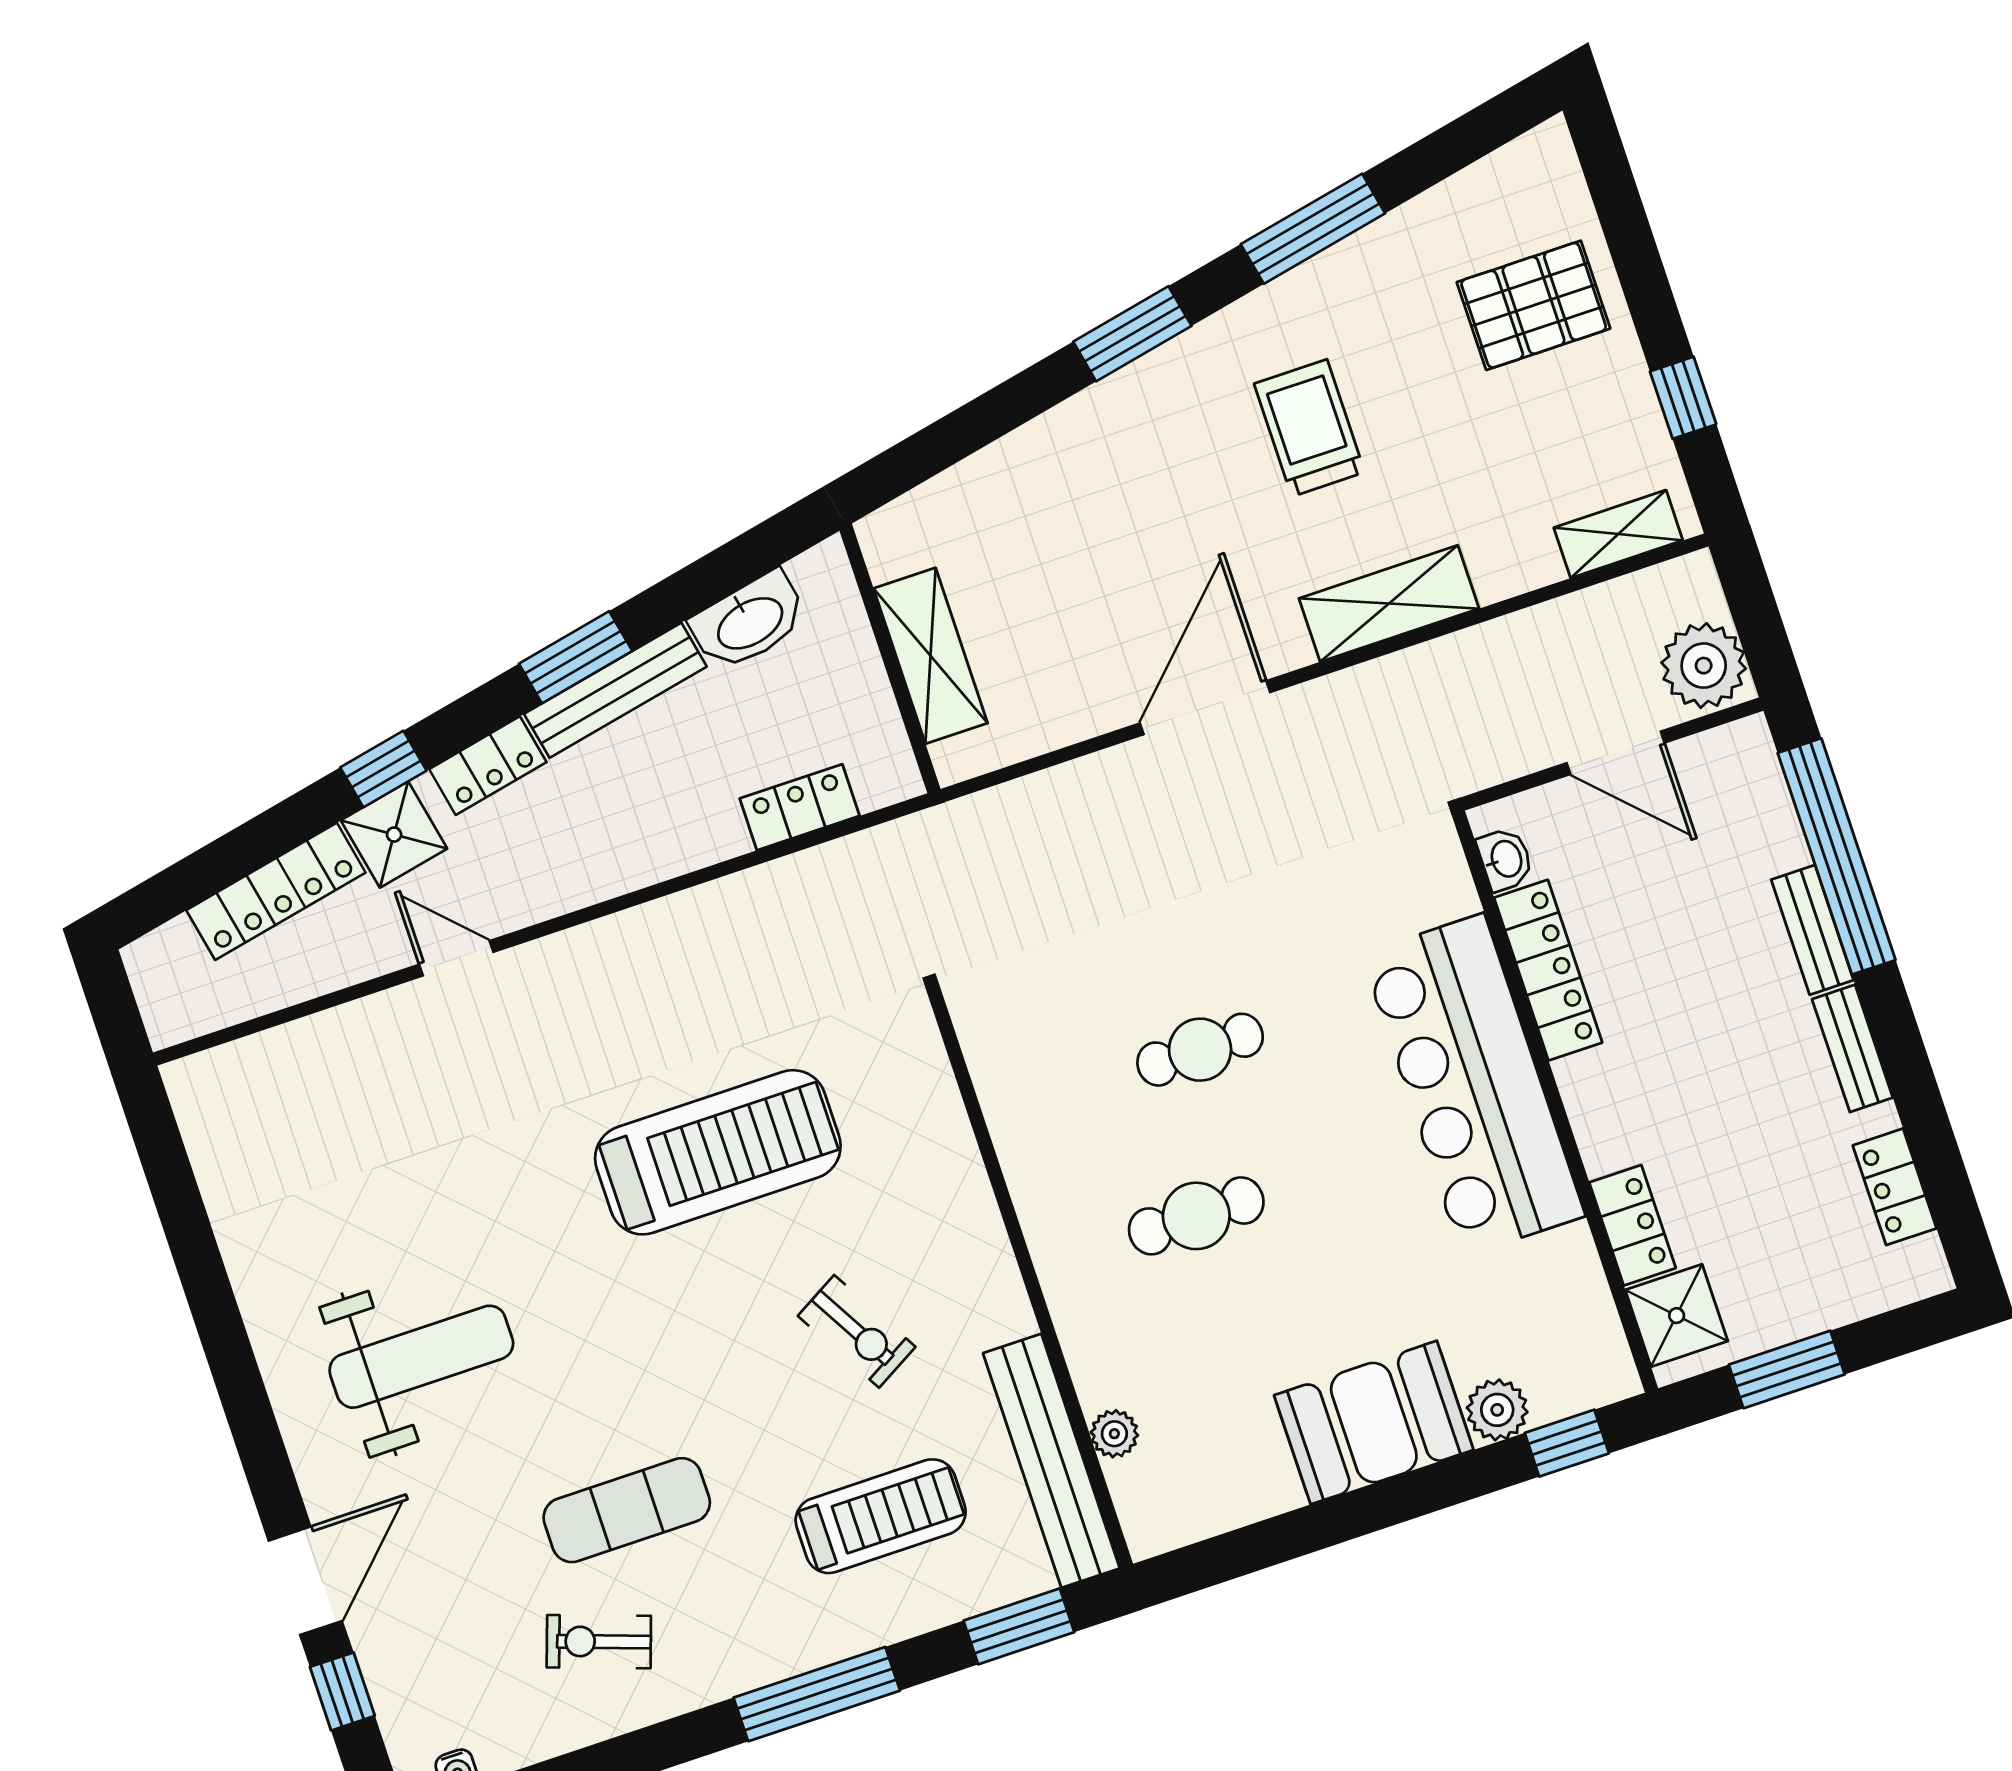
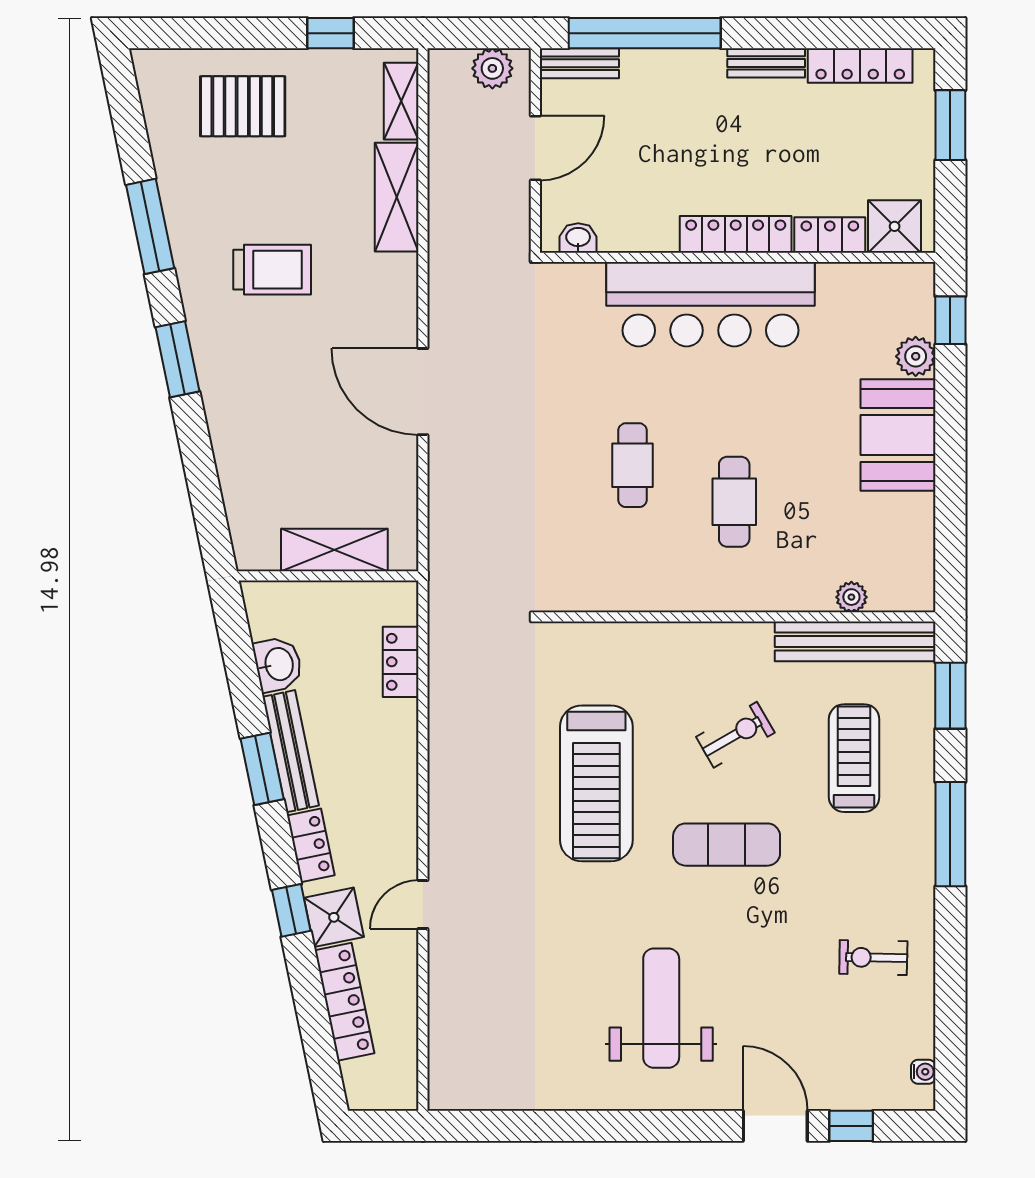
pallet: (1534, 305) -> (243, 106), turned 90
trolley: (1309, 428) -> (272, 270), turned 180
shelving: (1389, 603) -> (397, 197), moved
washbasin: (749, 622) -> (278, 664), width x0.72
plant: (1704, 666) -> (492, 68), width x0.73, depth x0.73
bench: (1812, 930) -> (579, 63), moved
locker: (1548, 970) -> (736, 234), moved
treadmill: (718, 1152) -> (596, 783), turned 180
locker: (1895, 1187) -> (860, 65), width x1.53
window: (1787, 1369) -> (950, 125), moved
exercise mat: (627, 1510) -> (727, 845), moved, turned 90
exercise bike: (599, 1642) -> (873, 958), turned 72

